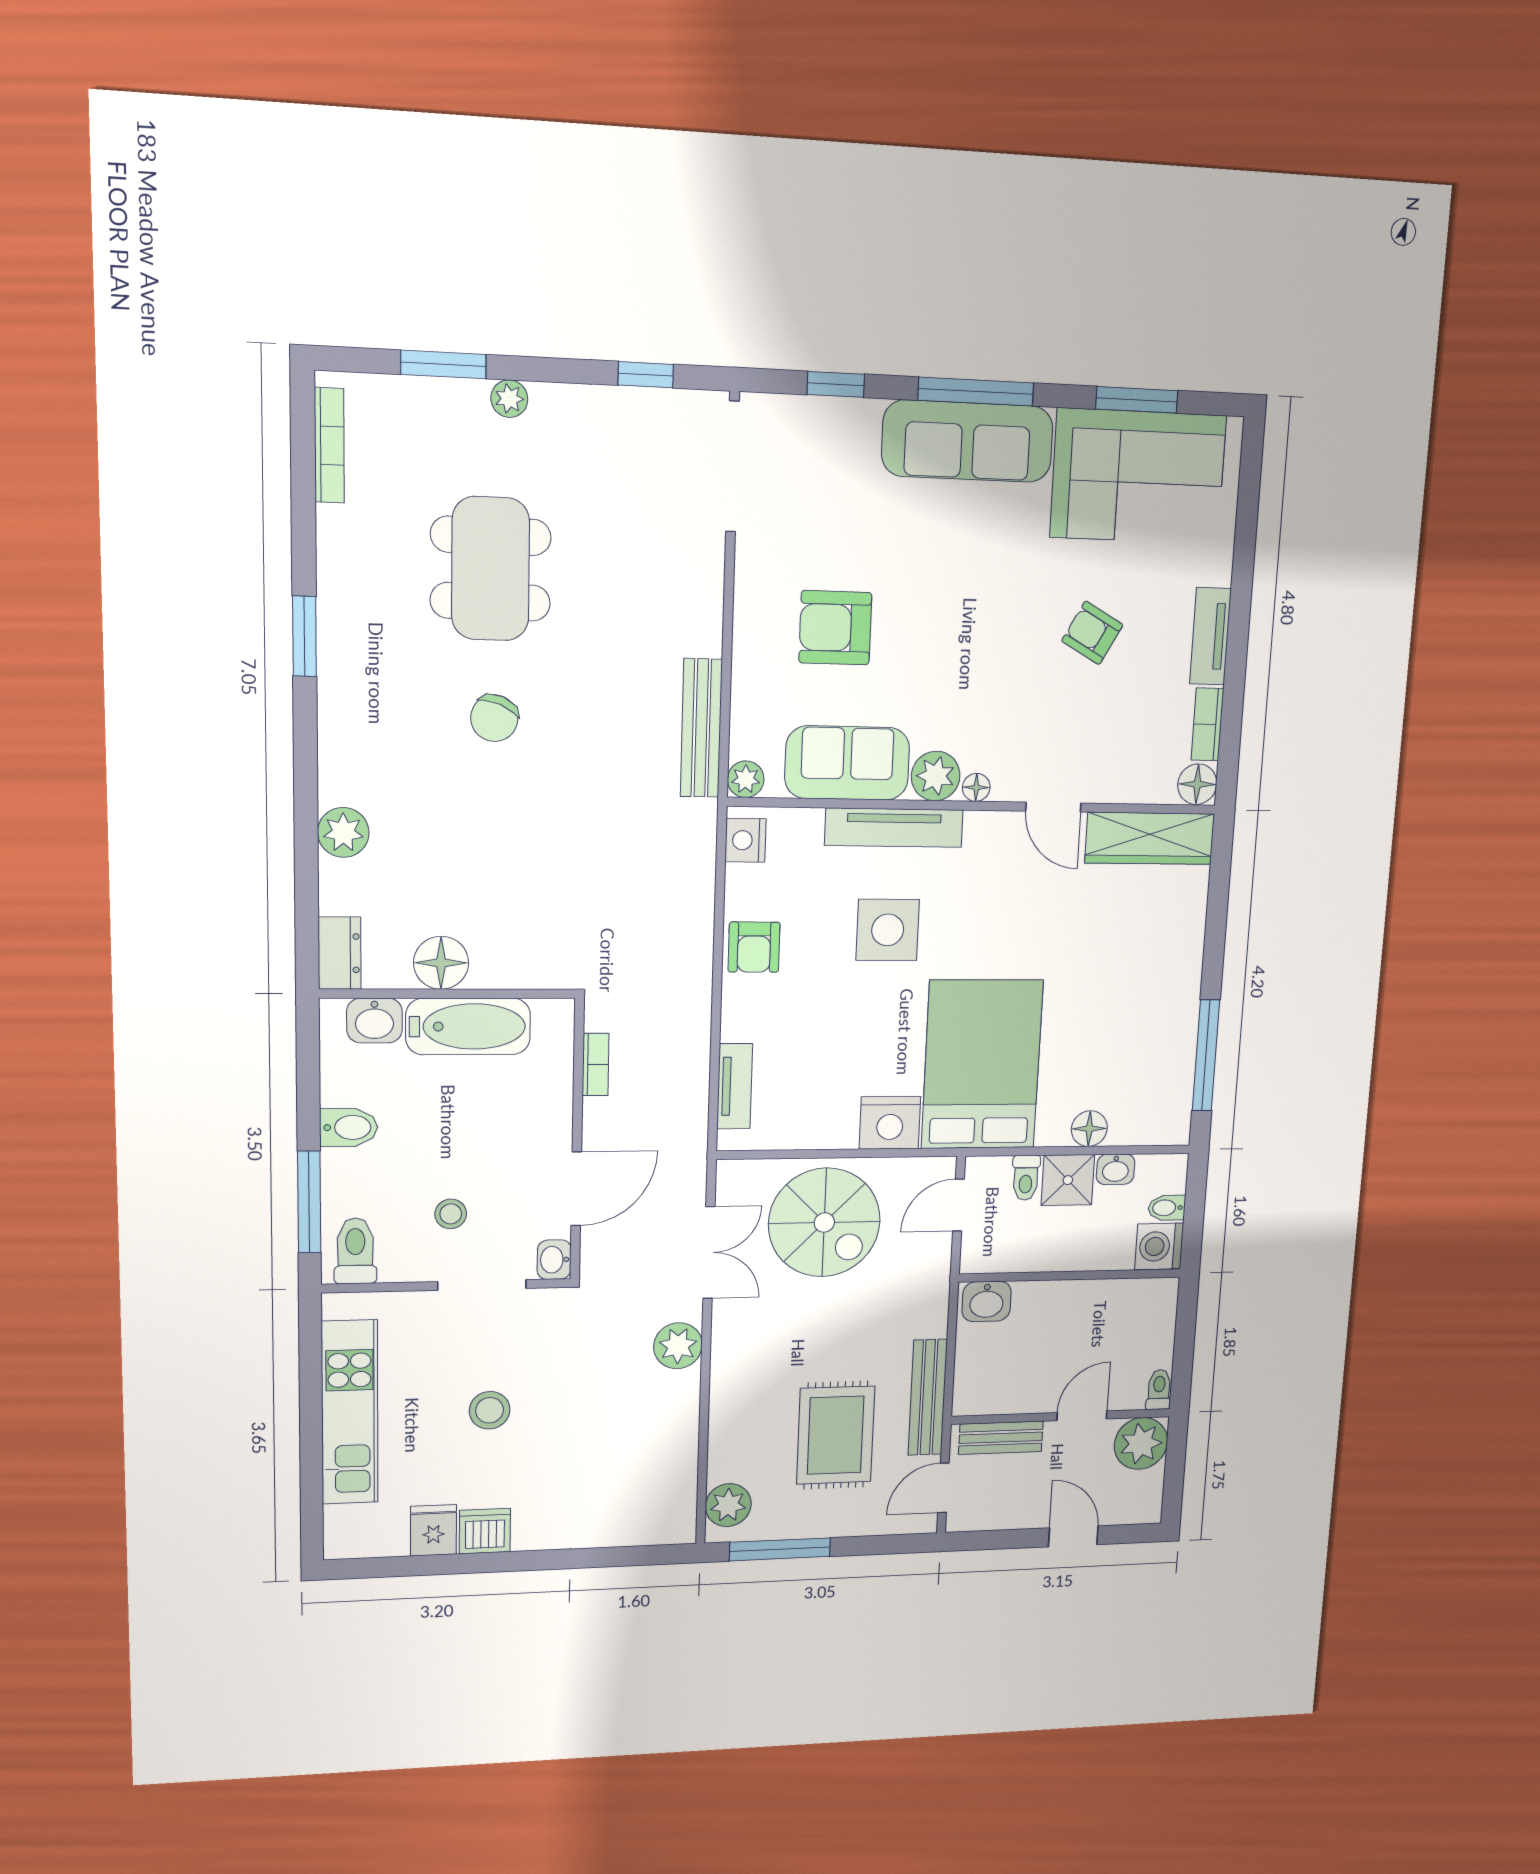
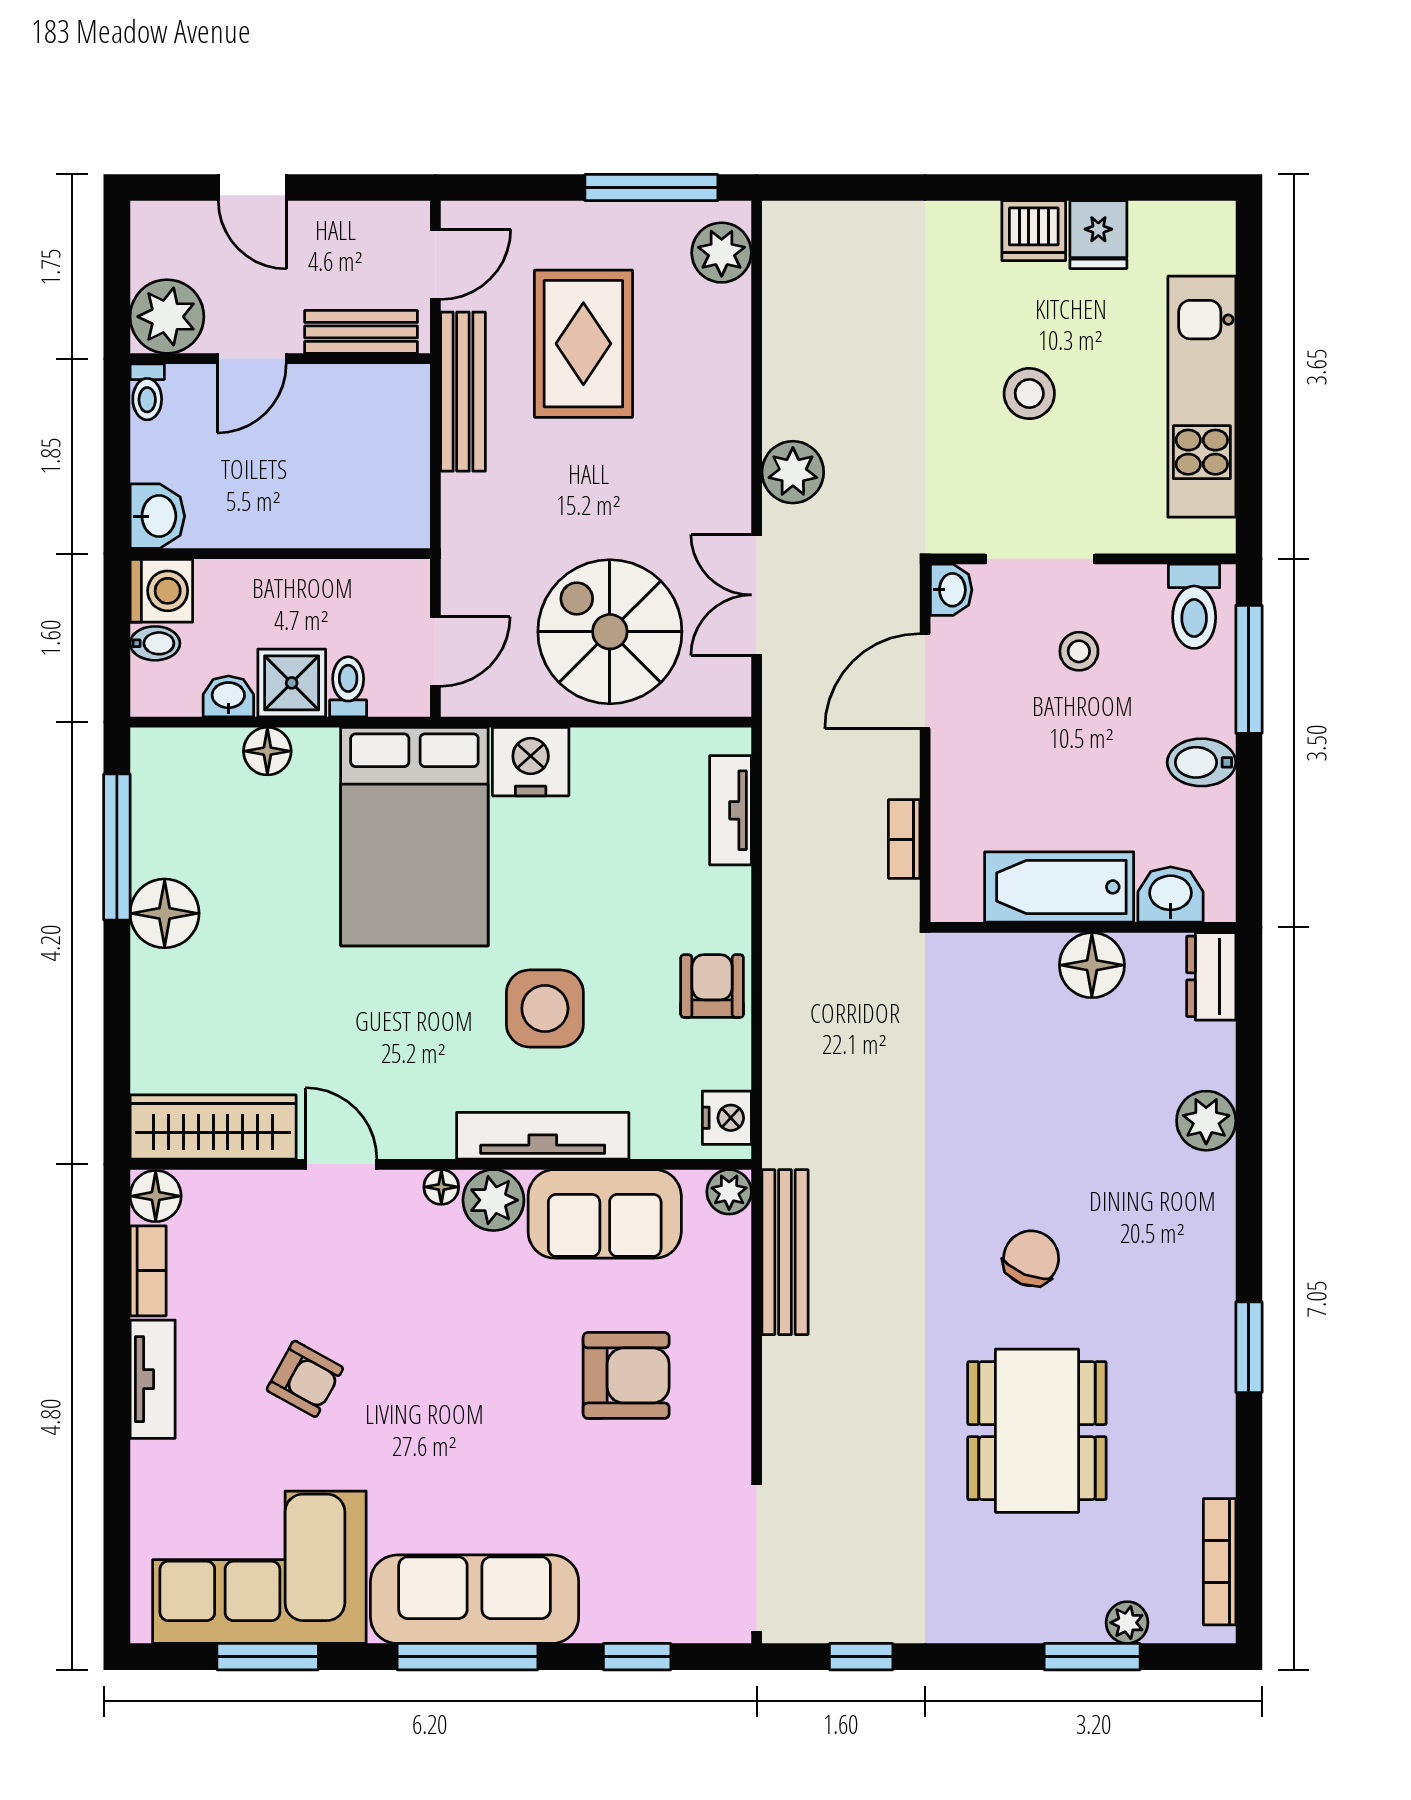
plant: (509, 399) -> (1127, 1623), moved
floor lamp: (1174, 1005) -> (165, 913), added
washbasin: (987, 1301) -> (157, 516), moved, turned 90

